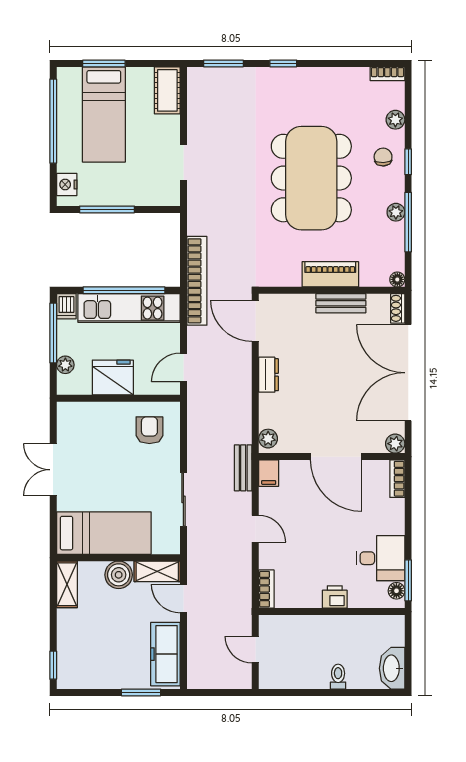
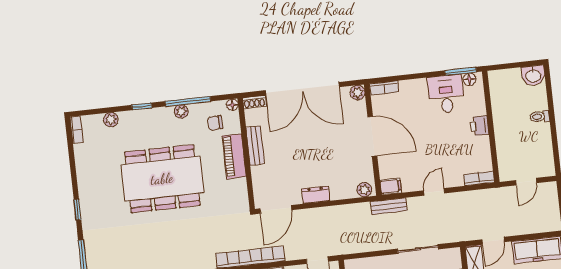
chair: (383, 157) -> (215, 123), moved
door: (336, 457) -> (372, 136), hinge flipped
washbasin: (392, 668) -> (533, 76), width x0.72

